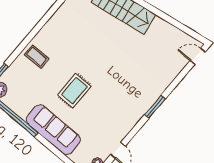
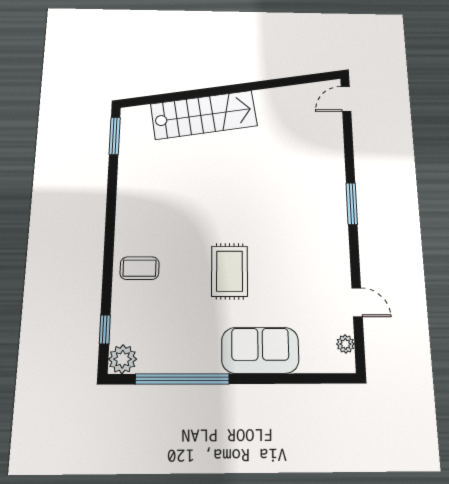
sofa: (53, 130) -> (260, 350), width x0.73

